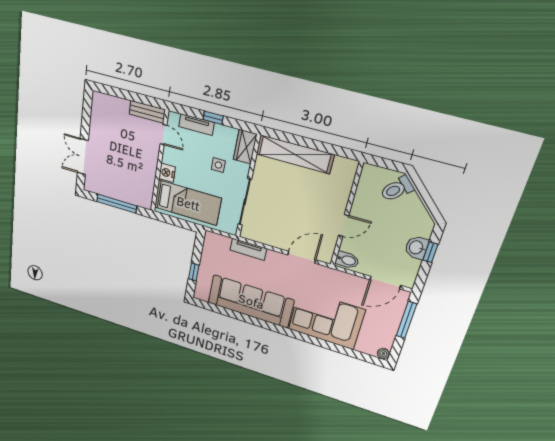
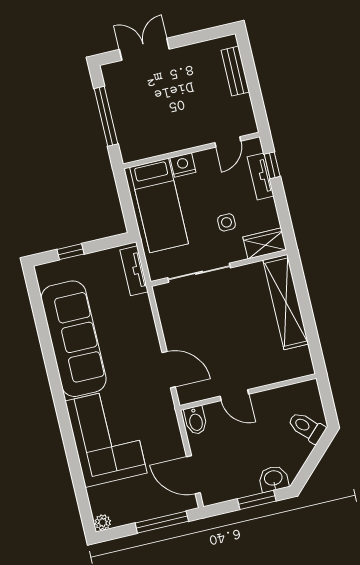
bench: (147, 112) -> (235, 71), moved
window: (213, 118) -> (272, 165), moved
washbasin: (417, 248) -> (273, 479), moved
tv unit: (248, 249) -> (134, 271), moved
window: (430, 252) -> (257, 500), width x1.50

